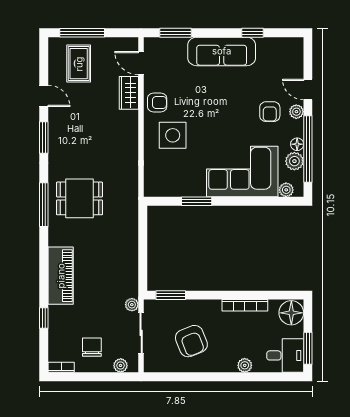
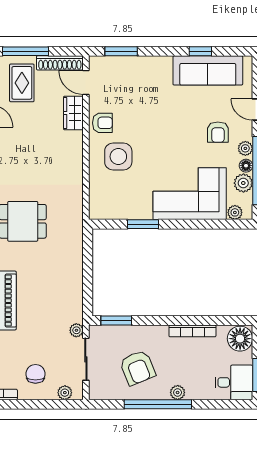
shoe rack: (116, 44) -> (60, 63), added
sofa: (222, 51) -> (208, 70), moved
plant: (296, 112) -> (245, 148), moved
plant: (245, 365) -> (178, 392), moved
window: (211, 377) -> (158, 404), added

